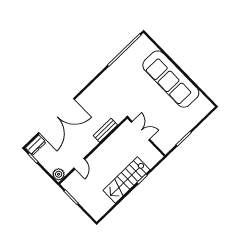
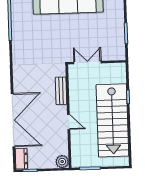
door: (79, 164) -> (69, 122), moved
stairs: (126, 180) -> (112, 120), width x1.36, depth x1.51

